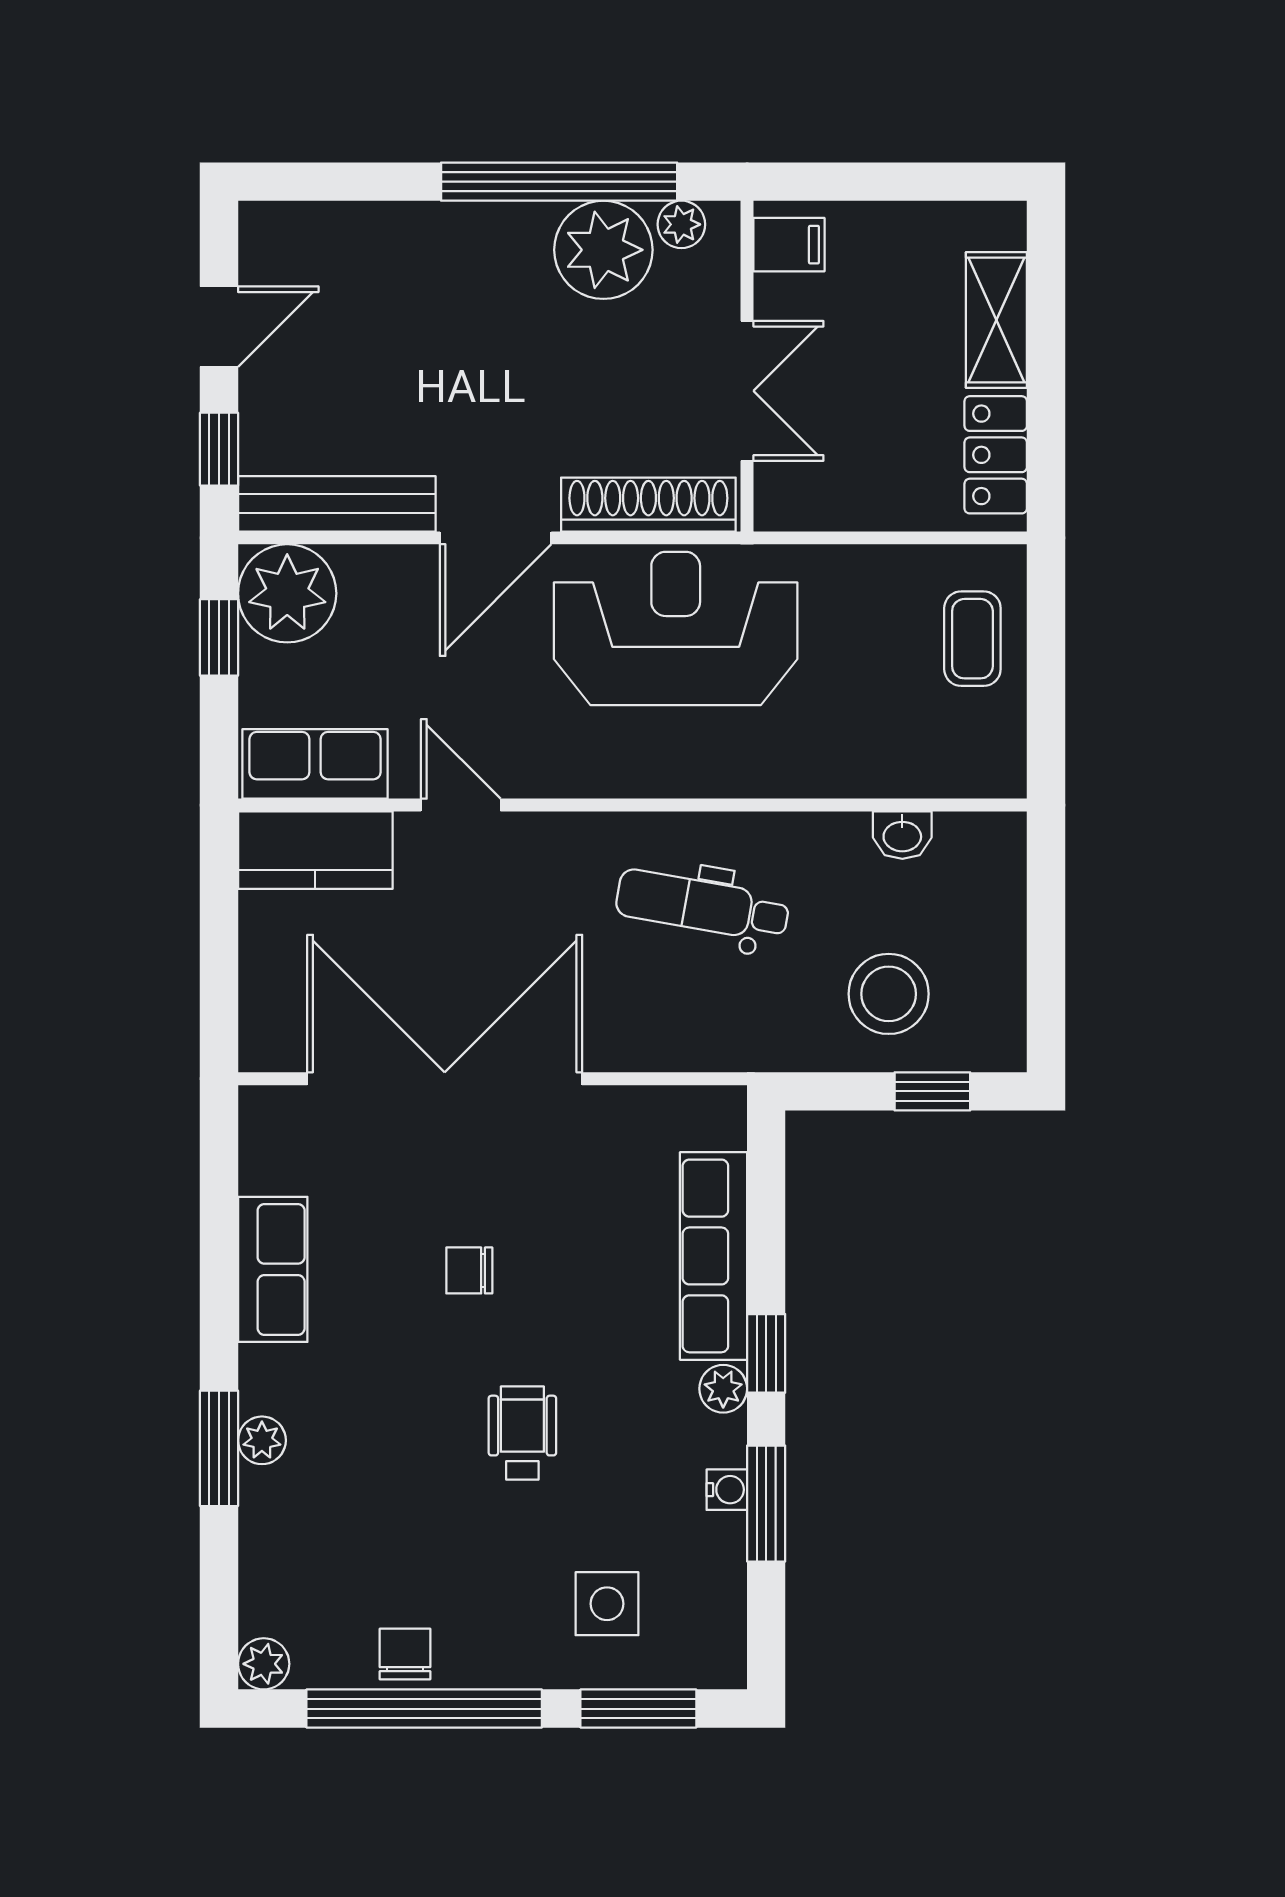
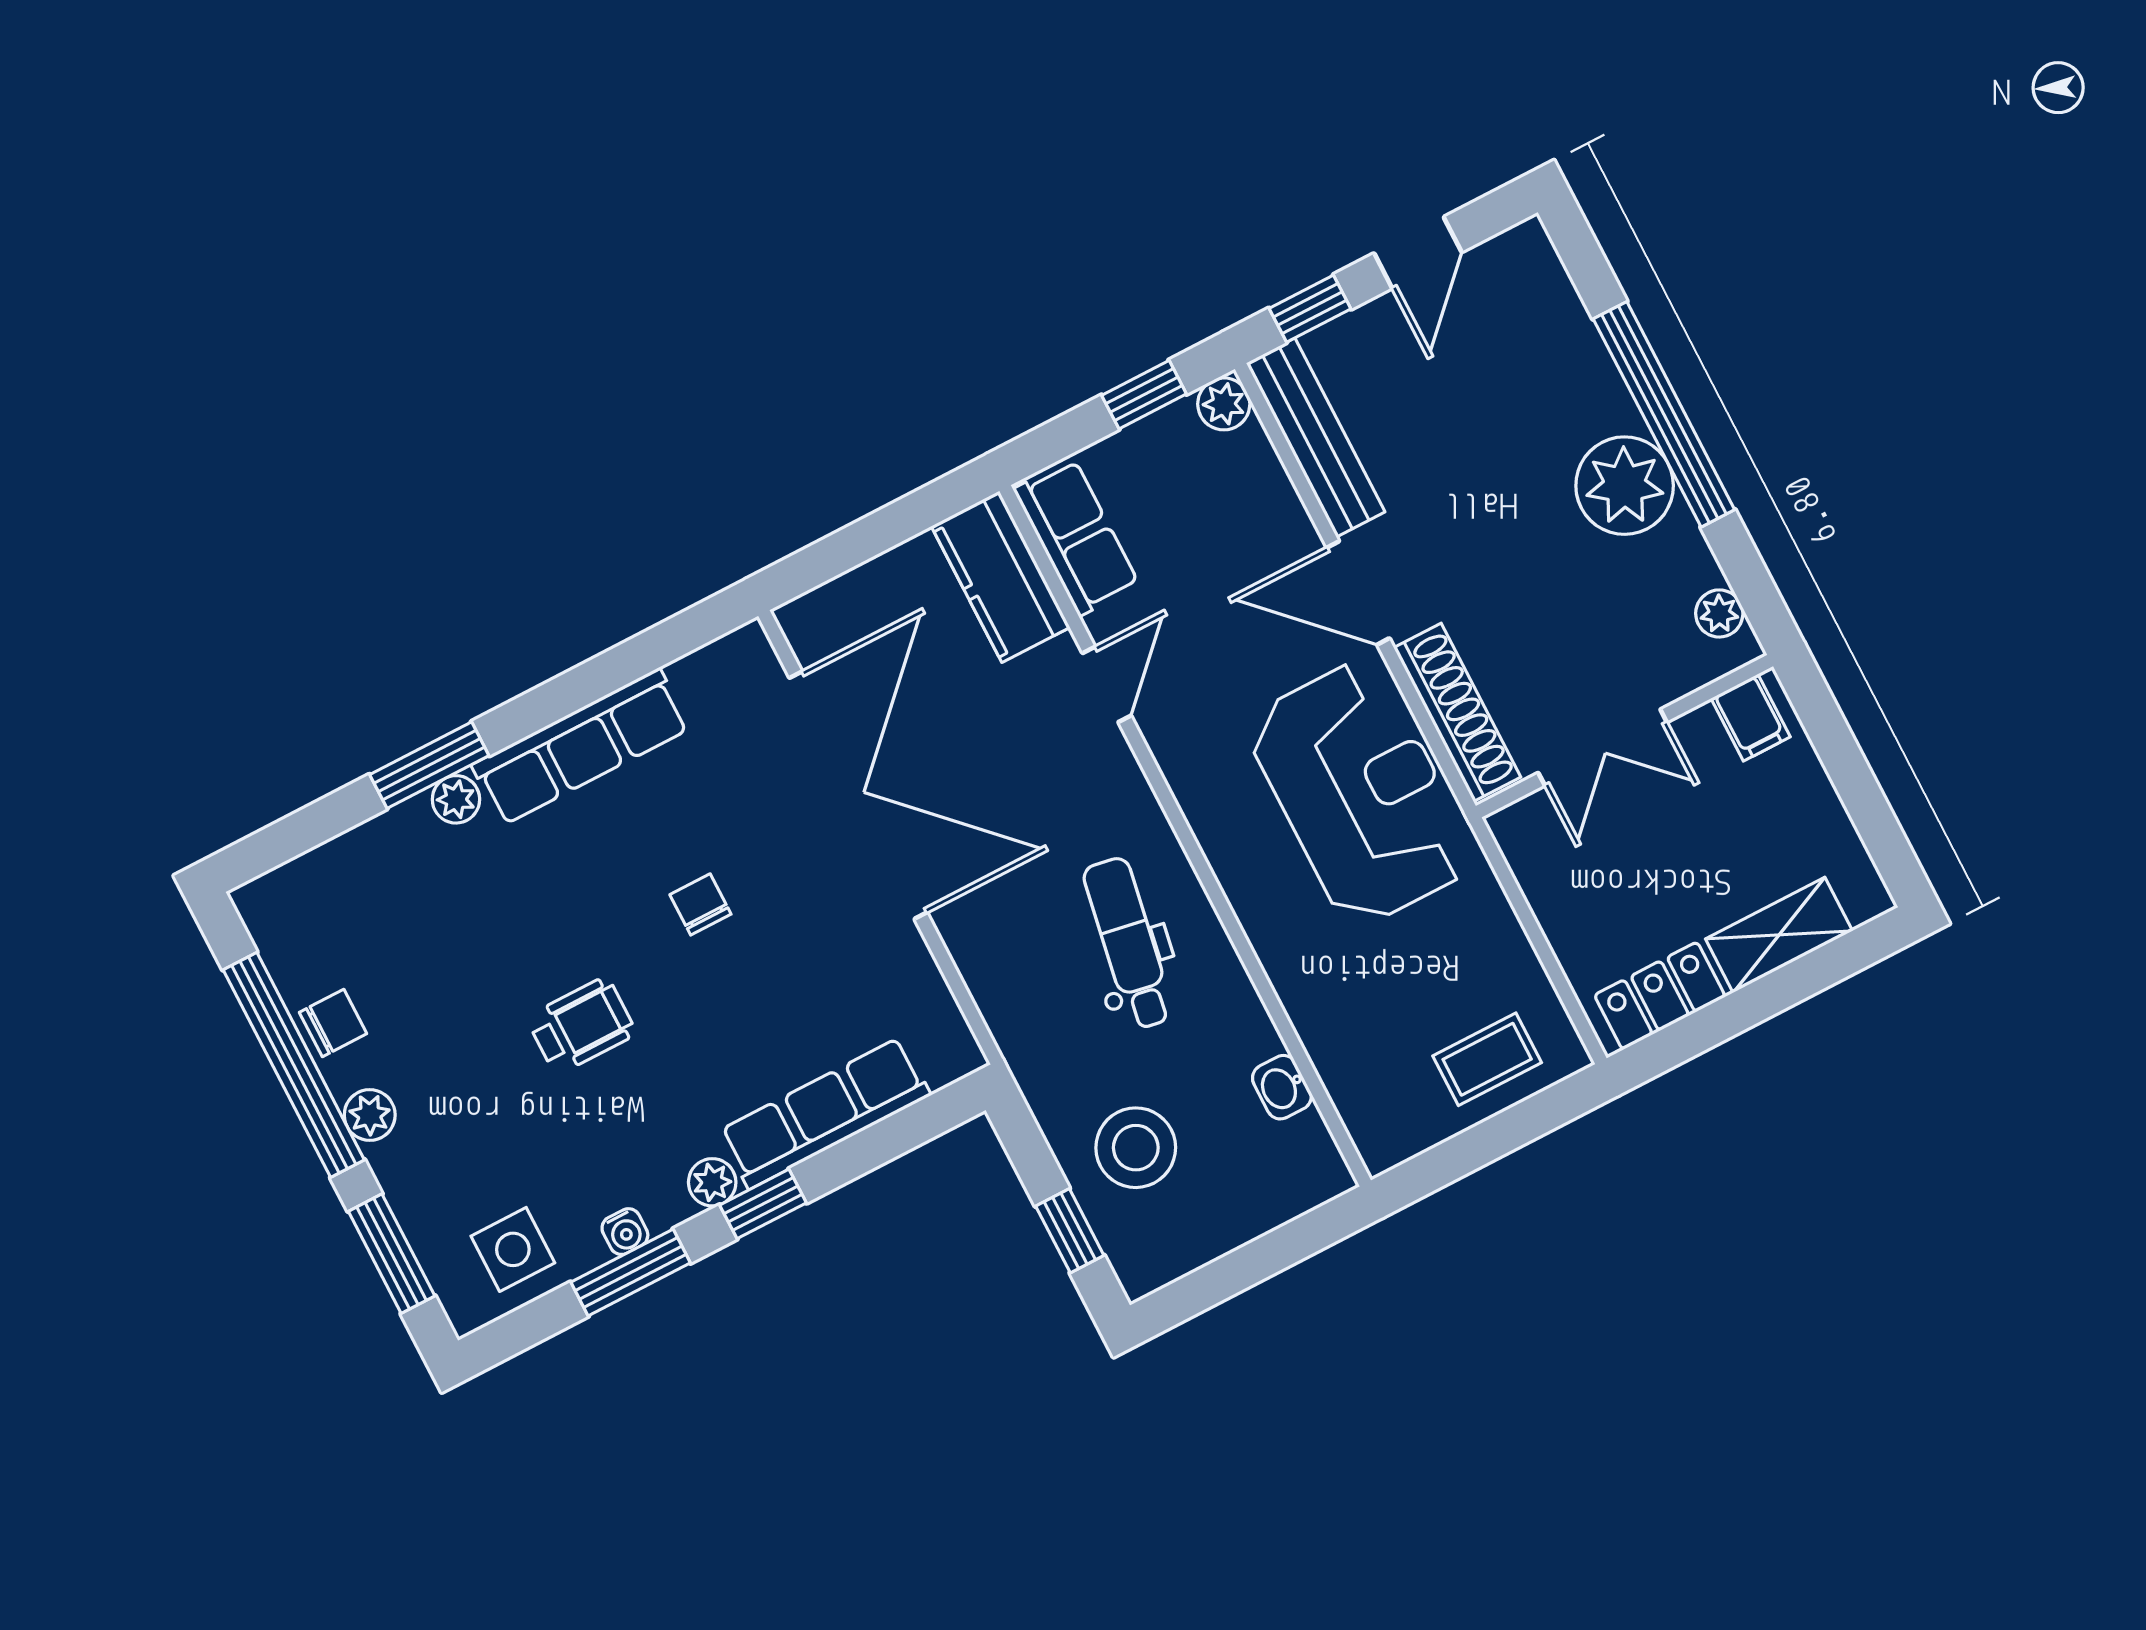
window: (559, 182) -> (1664, 414), moved
plant: (603, 250) -> (1625, 486), moved
door: (219, 327) -> (1418, 253), hinge flipped
plant: (287, 593) -> (1224, 404), width x0.53, depth x0.53
row of seats: (273, 1269) -> (581, 747), width x1.48
side table: (607, 1604) -> (513, 1249), moved
plant: (264, 1664) -> (370, 1115), moved

